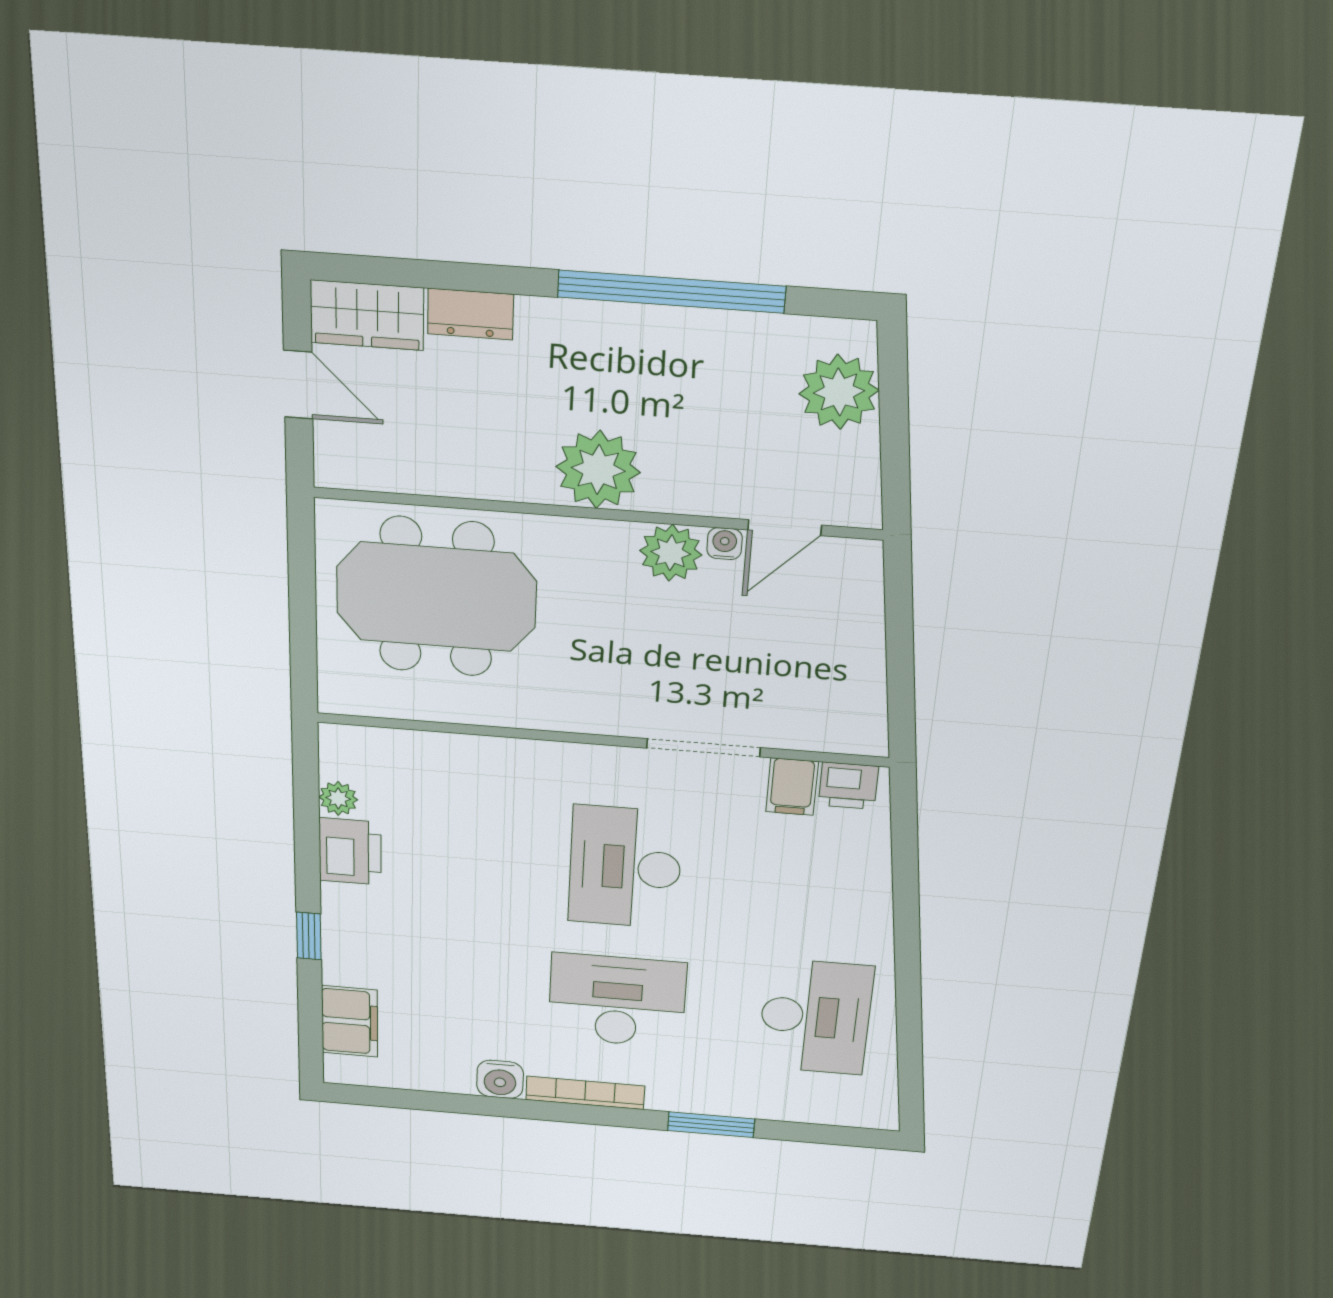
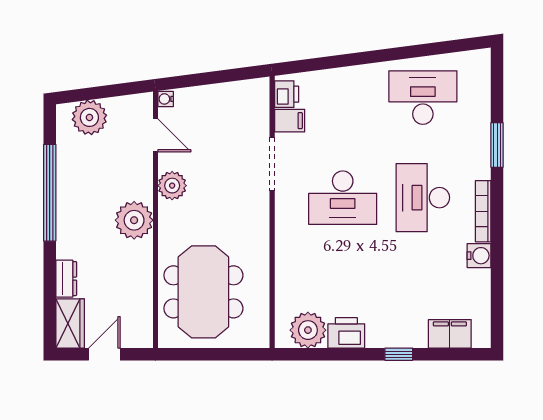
water cooler: (725, 544) -> (166, 99), moved
plant: (338, 798) -> (308, 330), width x1.88, depth x1.88

